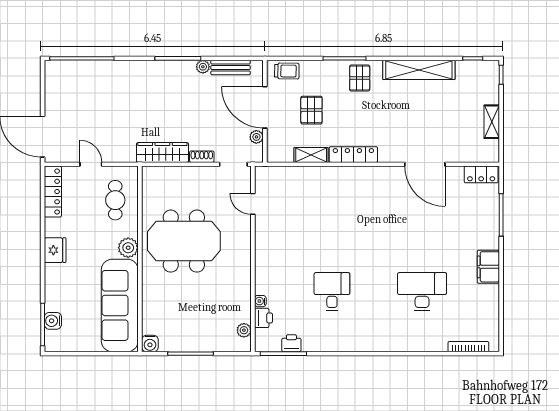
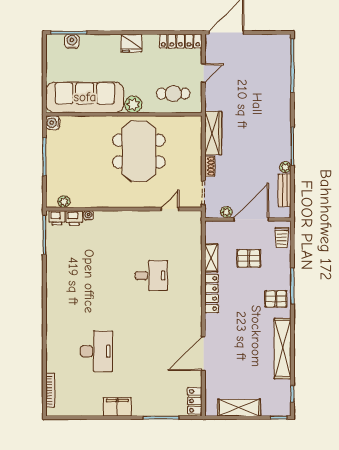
shelving: (492, 122) -> (239, 408), width x1.50, depth x1.33
desk: (332, 292) -> (151, 276), moved
printer: (291, 343) -> (57, 218), moved, turned 90

